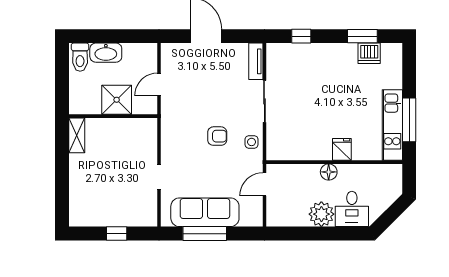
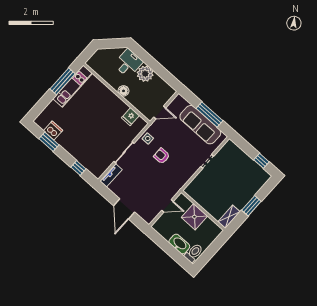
fridge: (342, 149) -> (130, 117), moved
window: (62, 172) -> (251, 206), added
window: (117, 234) -> (261, 161), moved

